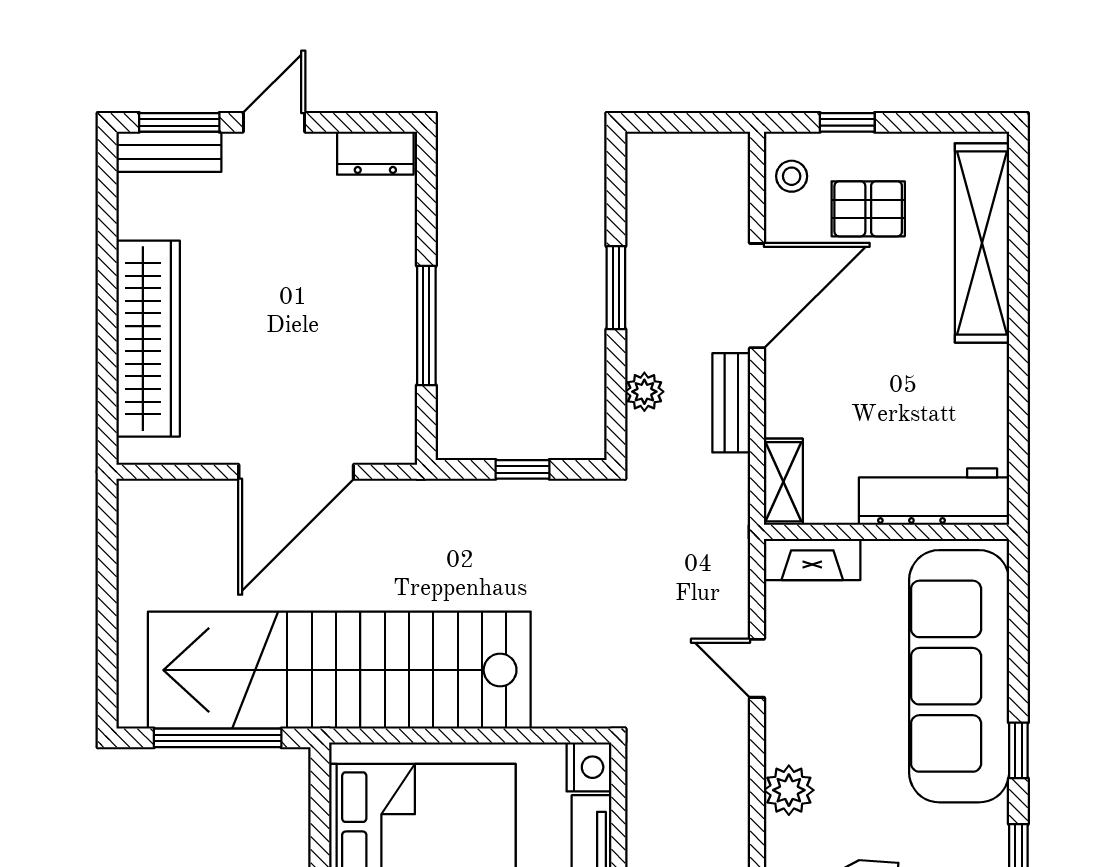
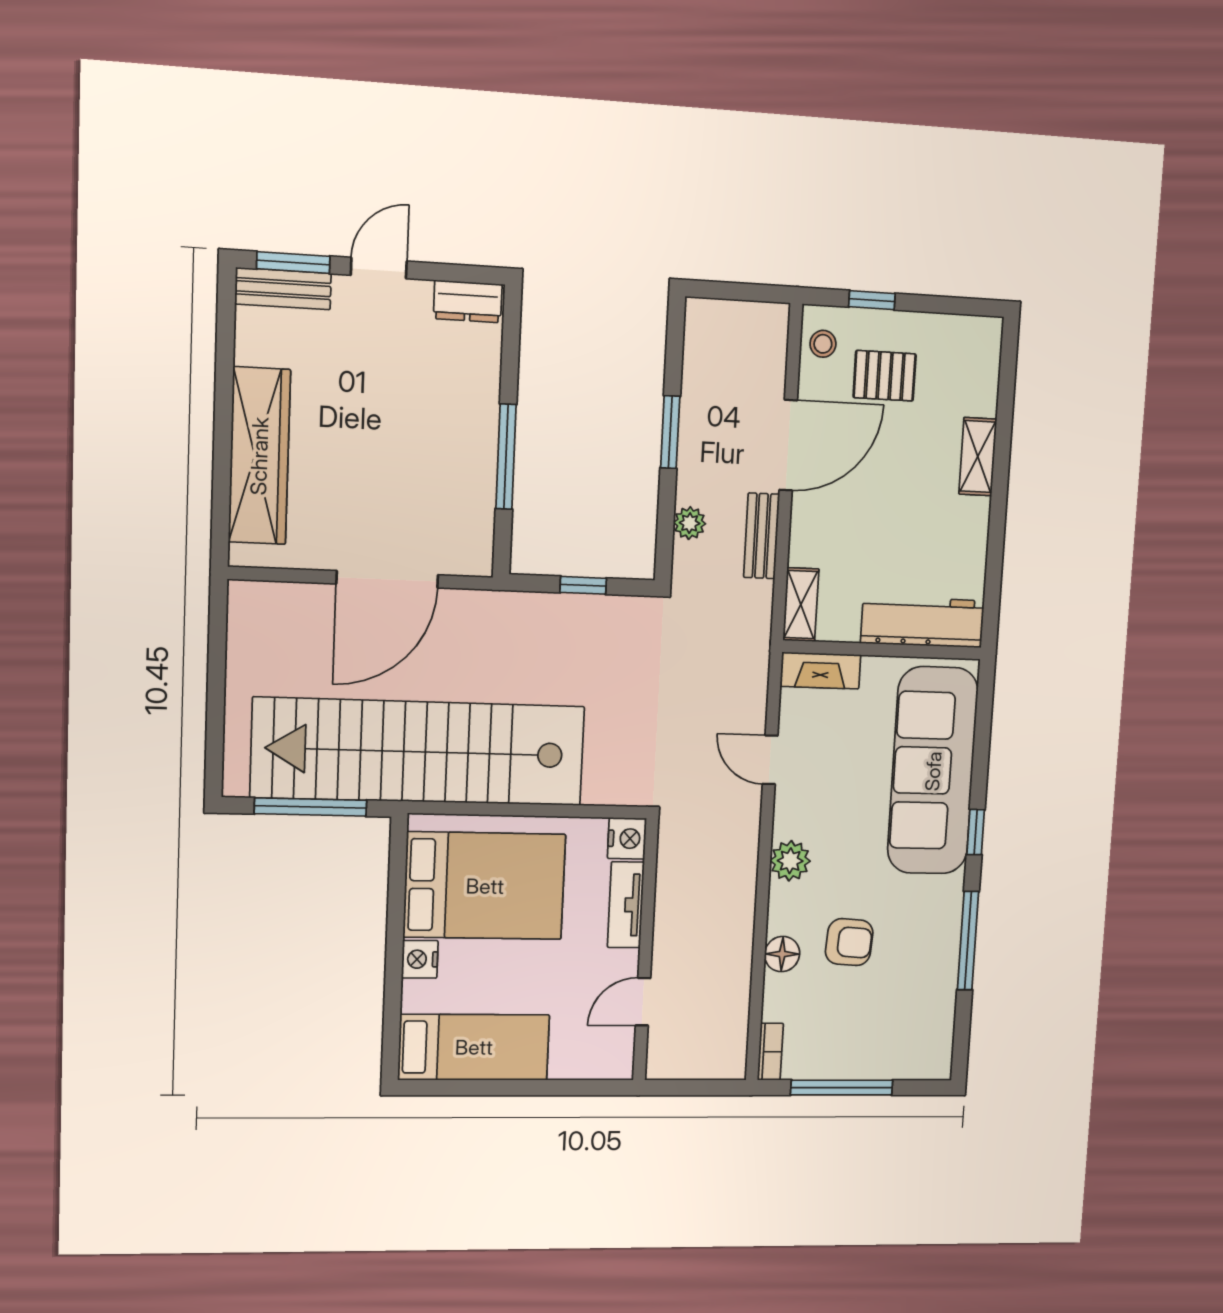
shelving: (982, 243) -> (978, 457), width x0.45, depth x0.75

